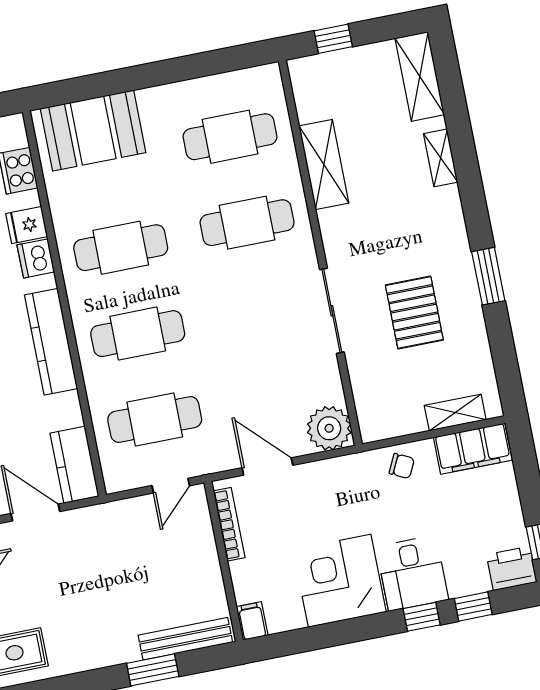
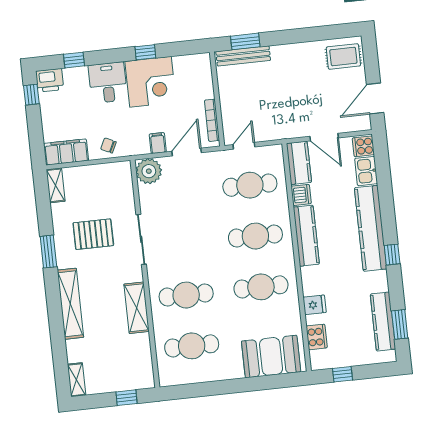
shelving: (420, 76) -> (77, 380), width x0.67, depth x0.75
shelving: (441, 158) -> (70, 304), width x2.20, depth x1.33
shelving: (324, 165) -> (137, 308), moved
dishwasher: (36, 258) -> (301, 195), moved
pallet: (414, 312) -> (93, 234), turned 90
shelving: (455, 413) -> (56, 185), moved, turned 90
door: (267, 467) -> (187, 152), swing flipped
window: (422, 617) -> (145, 52), moved
filing cabinet: (252, 621) -> (158, 143), moved, turned 180
window: (153, 670) -> (245, 41), moved

